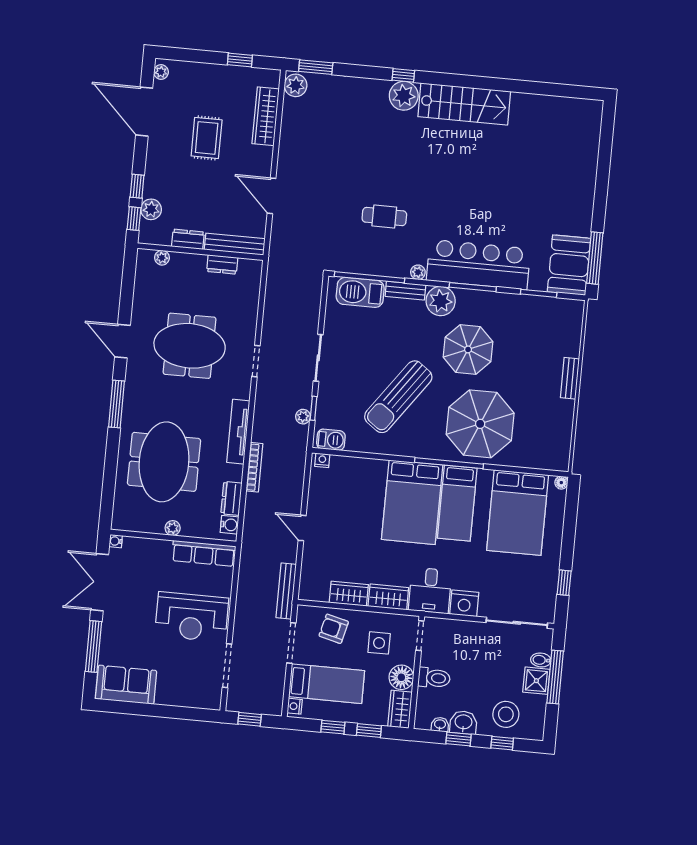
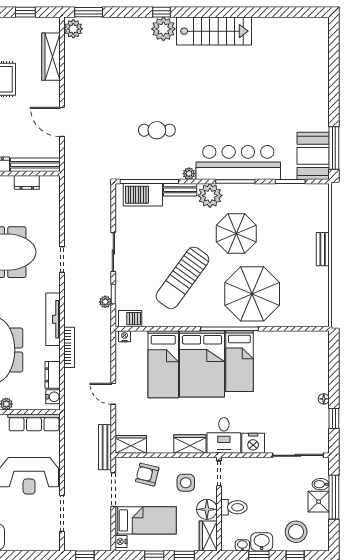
floor lamp: (561, 483) -> (324, 399), moved
bed: (518, 513) -> (163, 364), moved, width x0.67
wardrobe: (349, 594) -> (131, 444), moved

